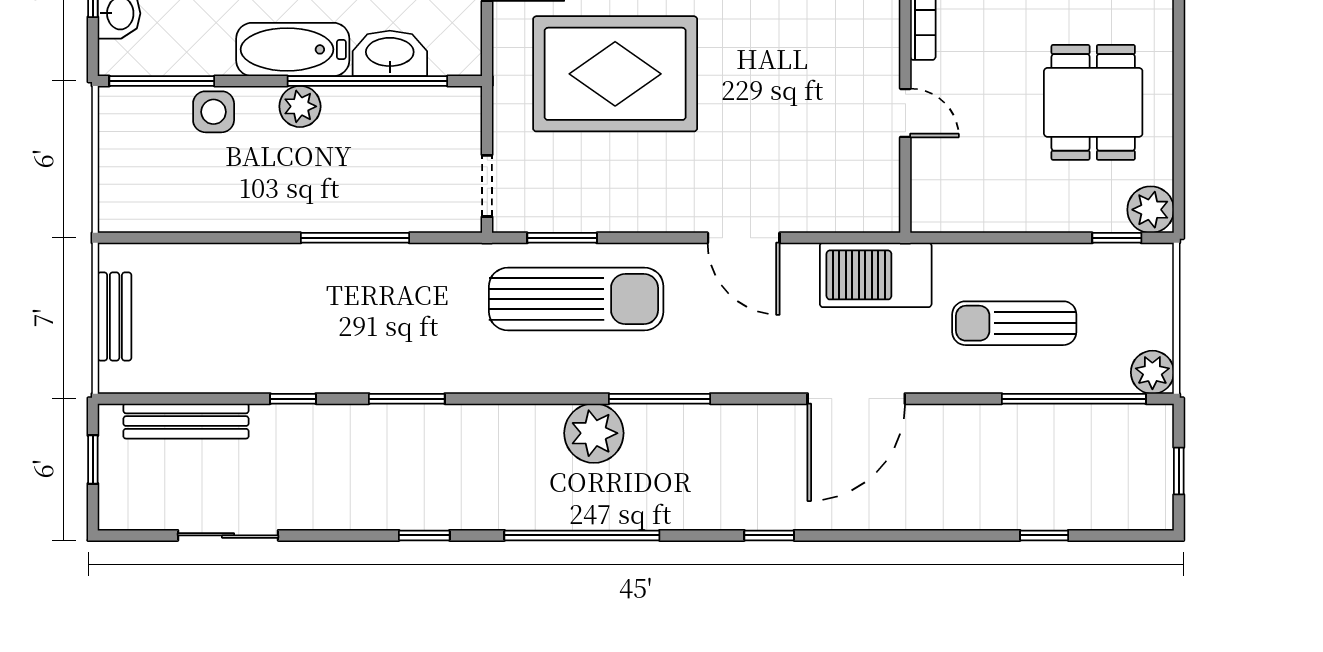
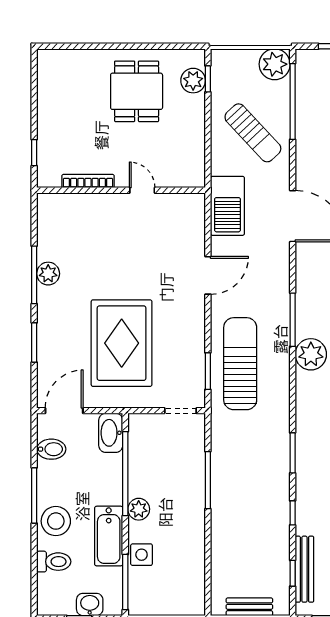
bathtub: (293, 49) -> (109, 536), moved
washbasin: (390, 53) -> (111, 433), moved
dining table: (1093, 102) -> (137, 91), turned 90
door: (905, 113) -> (142, 190), hinge flipped
plant: (1151, 210) -> (193, 81), moved
sun lounger: (1014, 323) -> (253, 133), turned -43
plant: (1152, 372) -> (275, 64), width x1.36, depth x1.36
window: (178, 399) -> (293, 573), added

